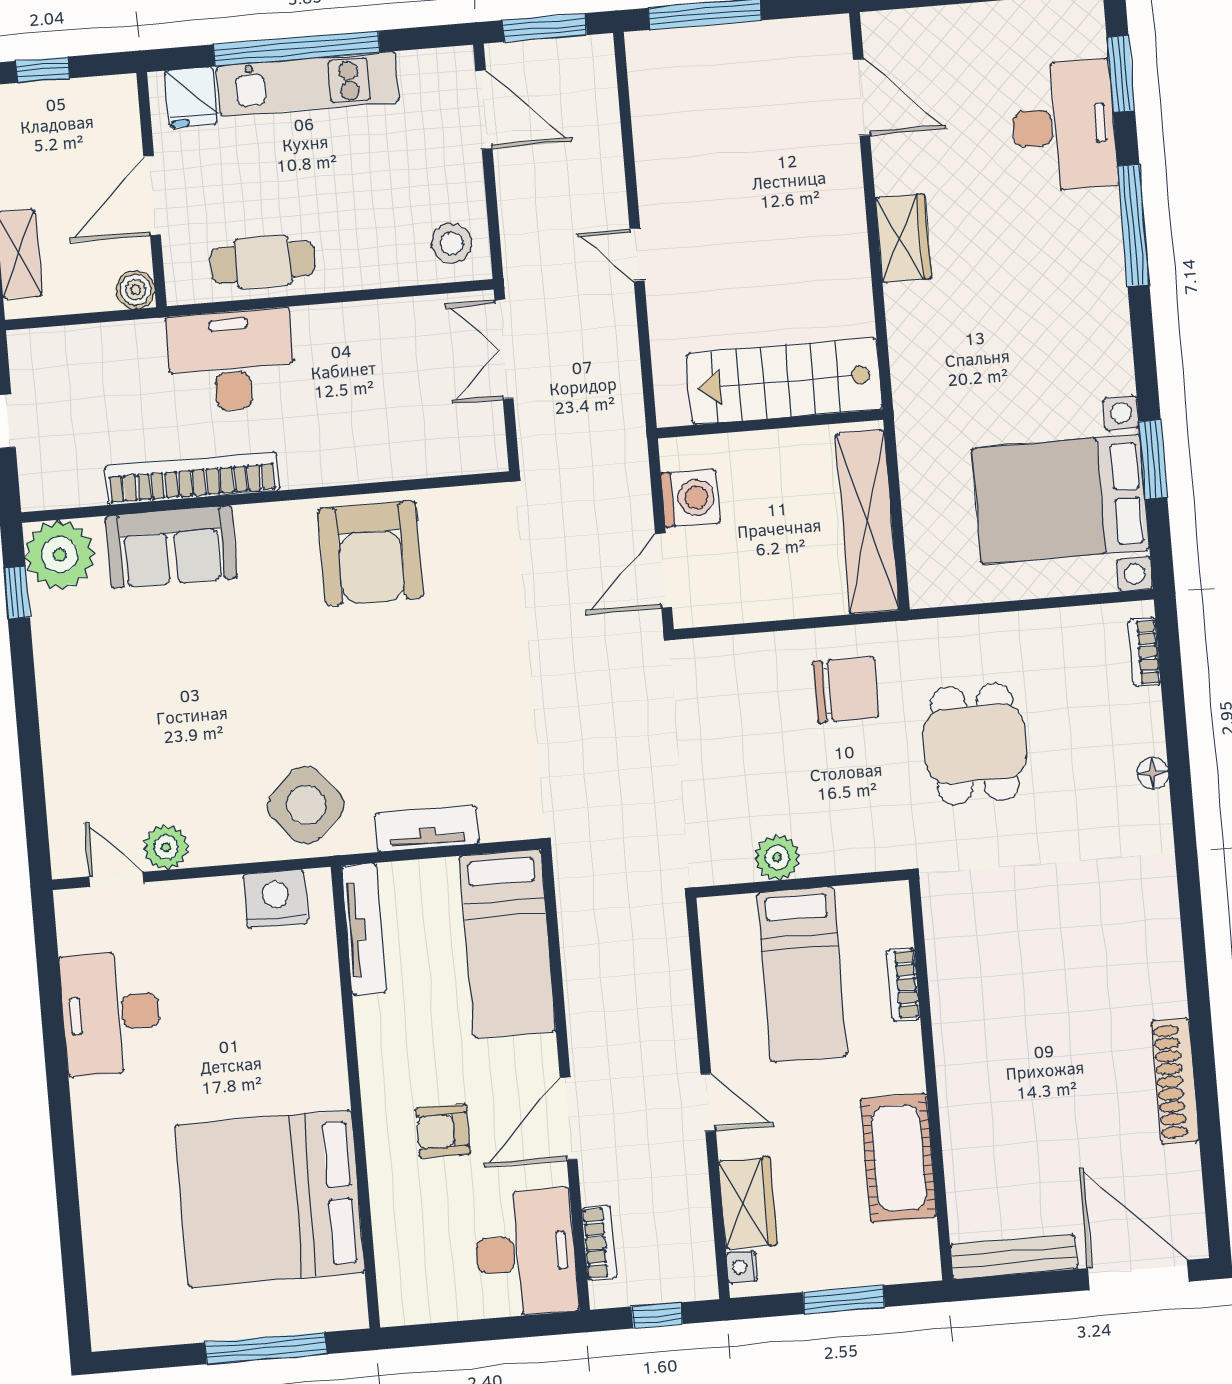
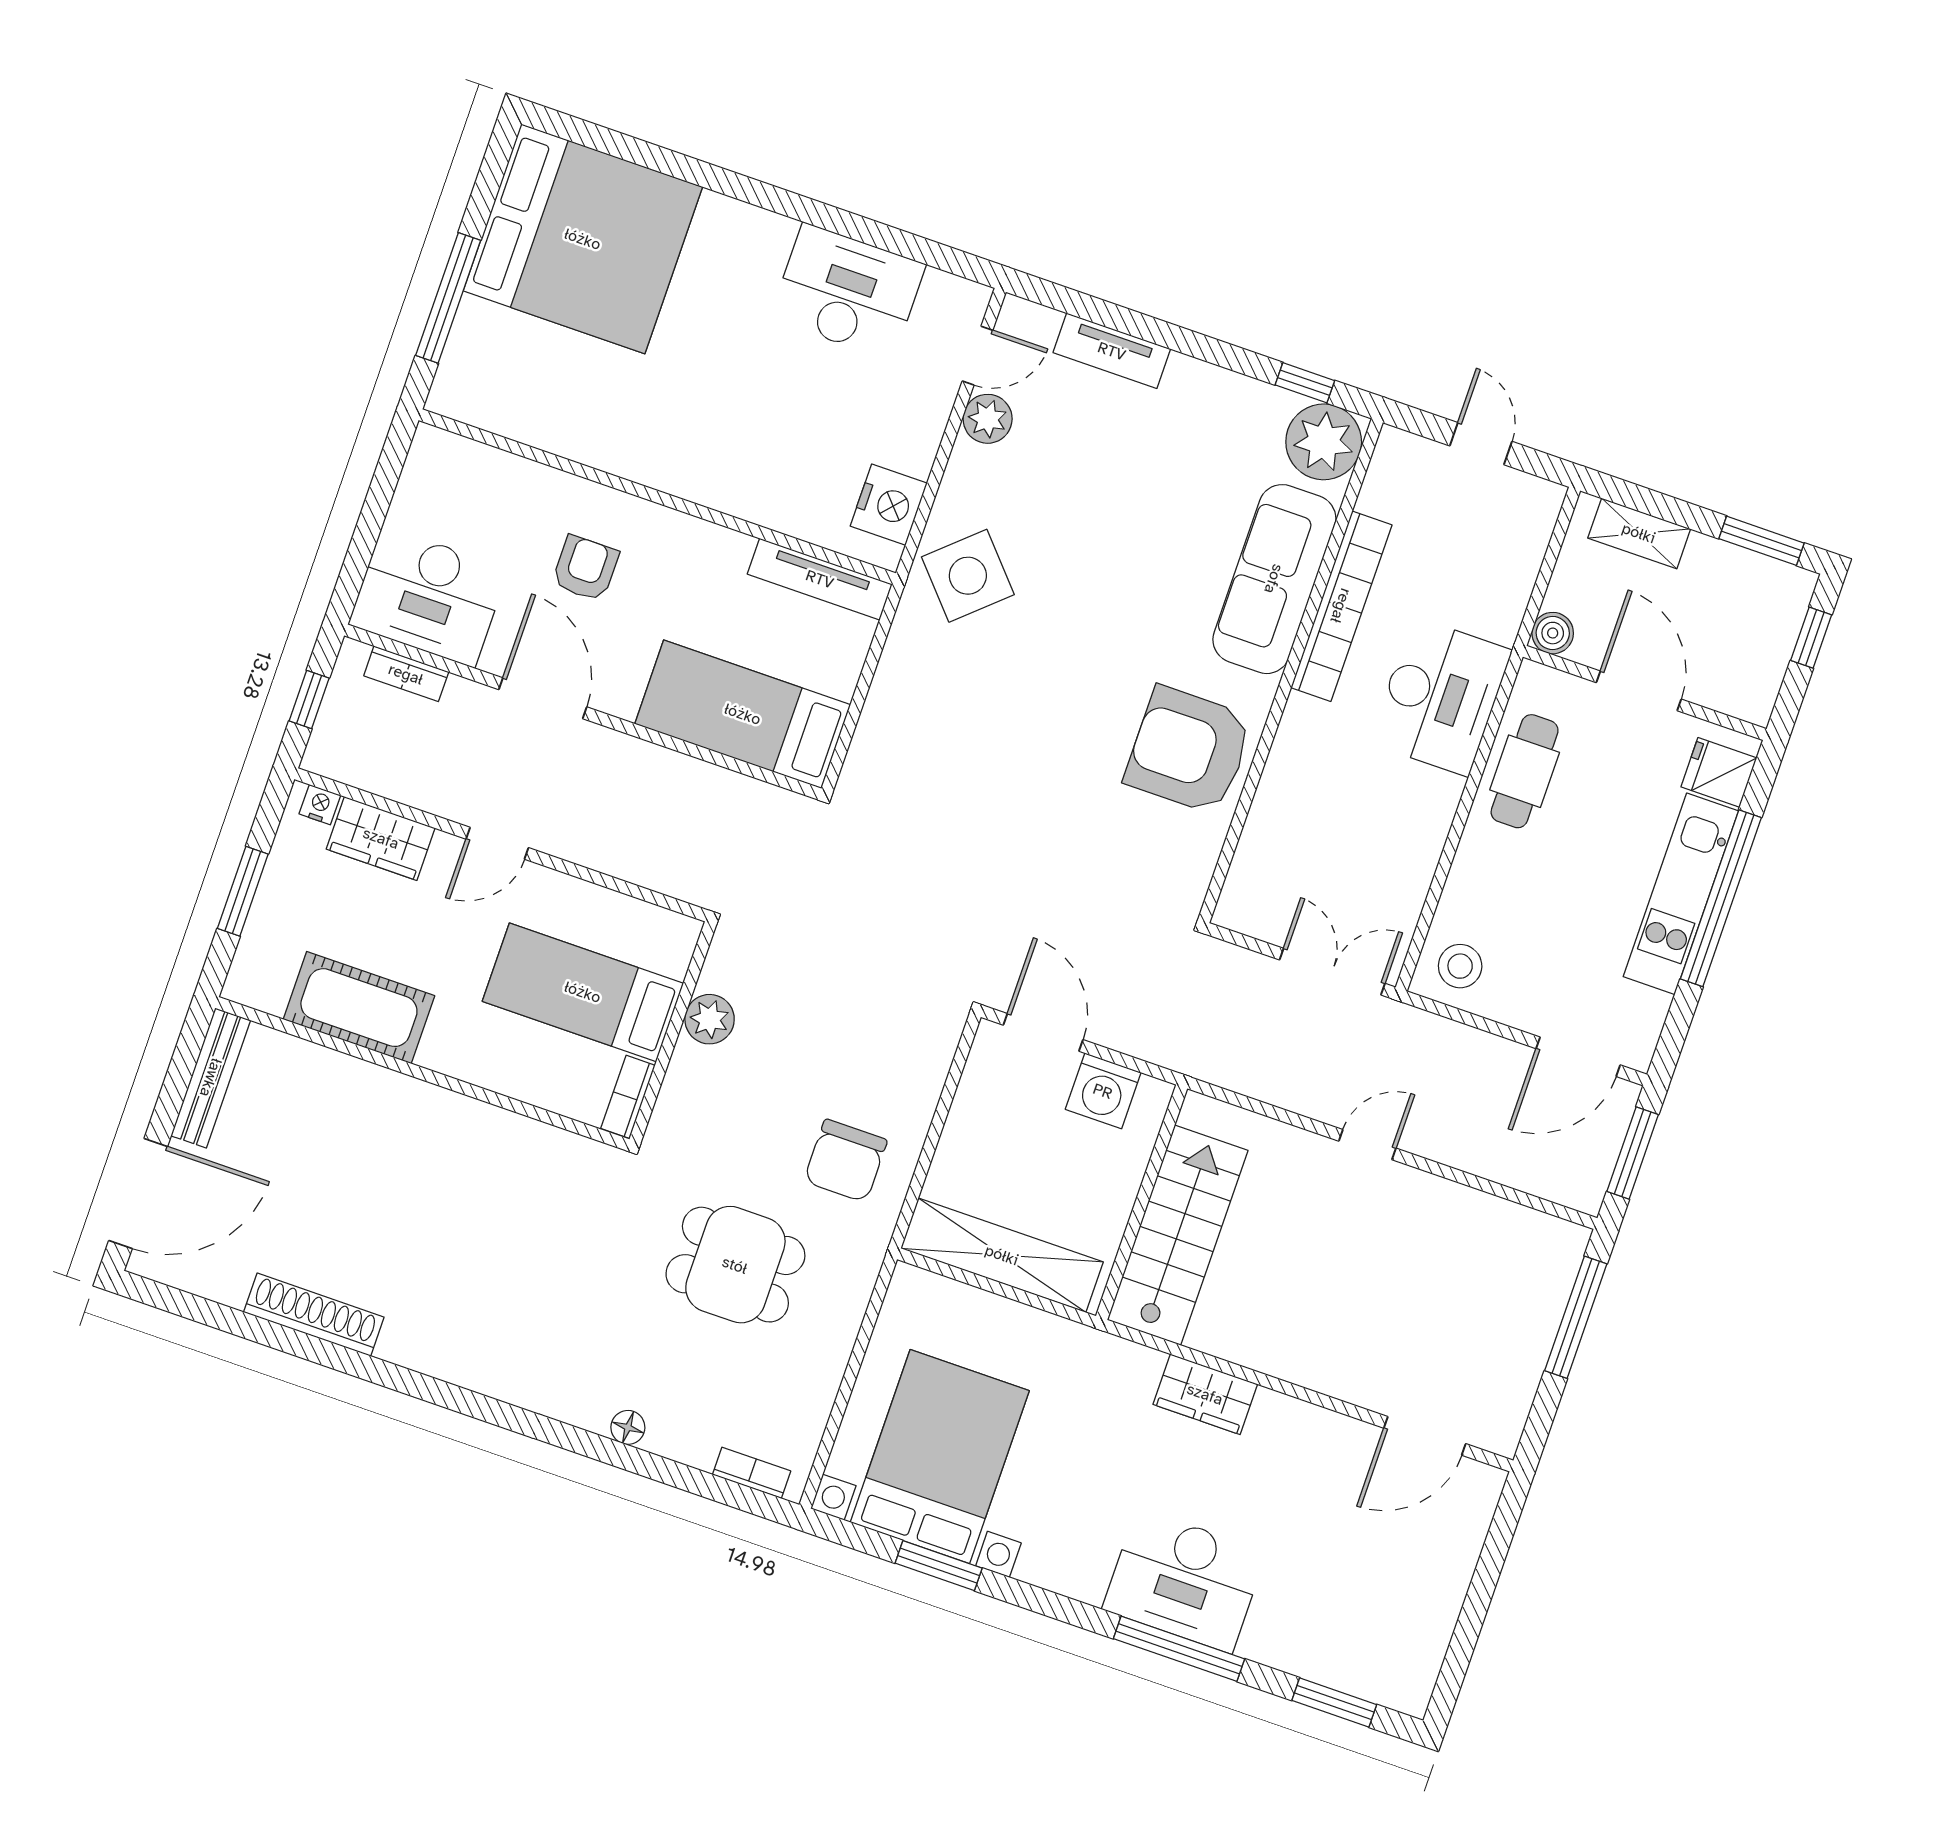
desk: (1064, 126) -> (1184, 1581), moved
wardrobe: (904, 238) -> (1205, 1394), moved
sofa: (171, 547) -> (1274, 579), width x1.36
tv unit: (427, 829) -> (1112, 351), moved, turned 90
bookcase: (903, 984) -> (628, 1097), moved, turned -90
bed: (270, 1199) -> (583, 239), moved, turned 90

